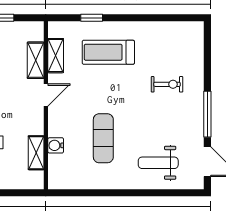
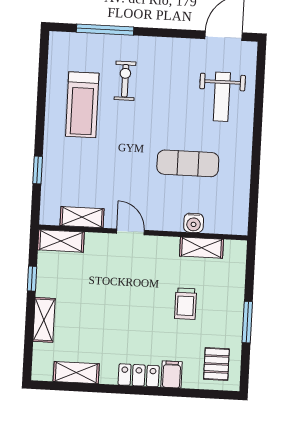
treadmill: (108, 52) -> (82, 105), moved
shelving: (36, 60) -> (61, 241), moved
window: (207, 114) -> (105, 30), moved

